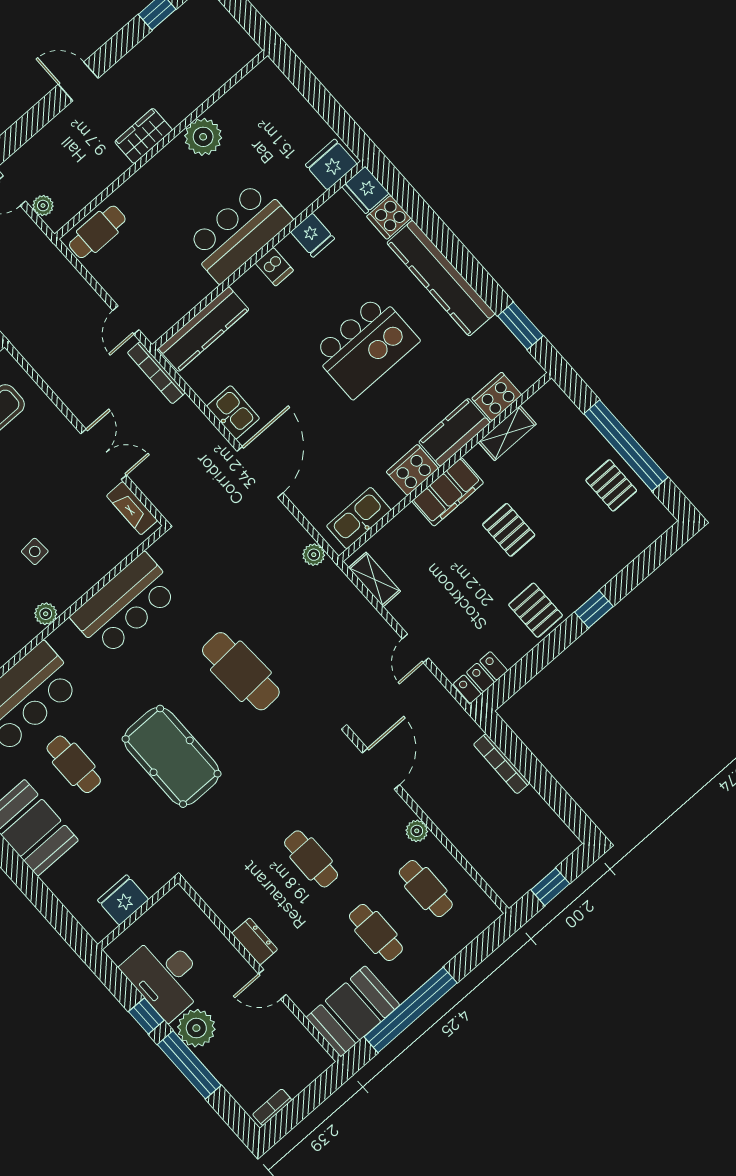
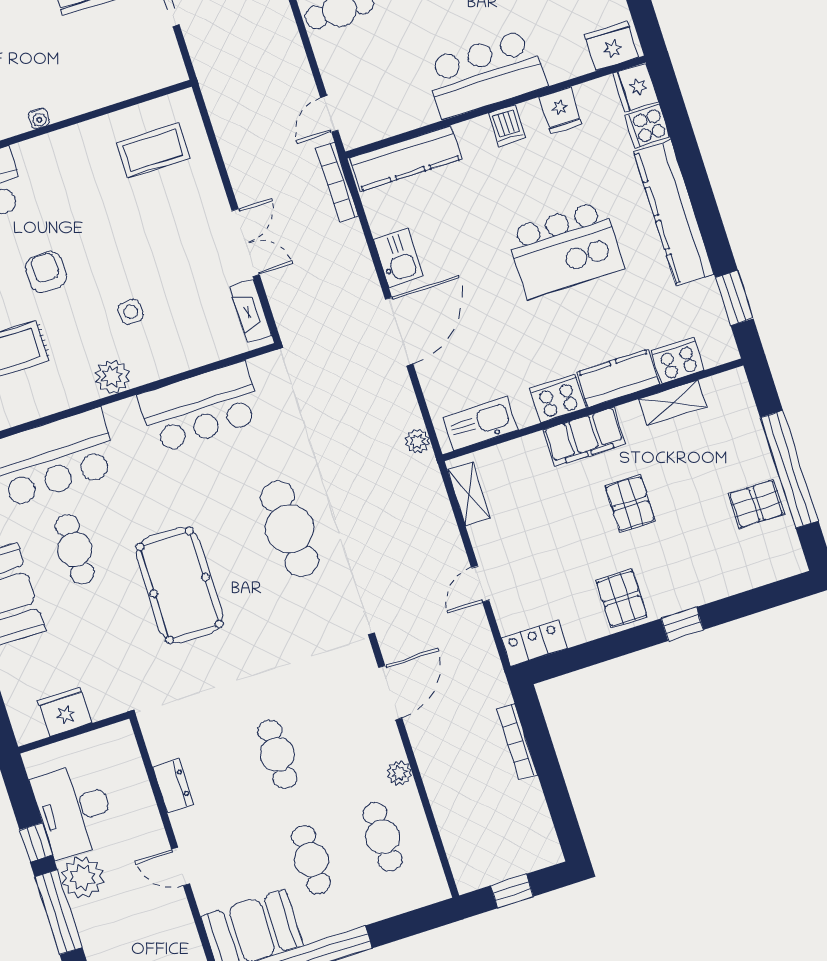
pallet: (611, 485) -> (756, 504), turned 90
plant: (46, 614) -> (112, 377), width x1.38, depth x1.38
dresser: (255, 941) -> (173, 786), moved

